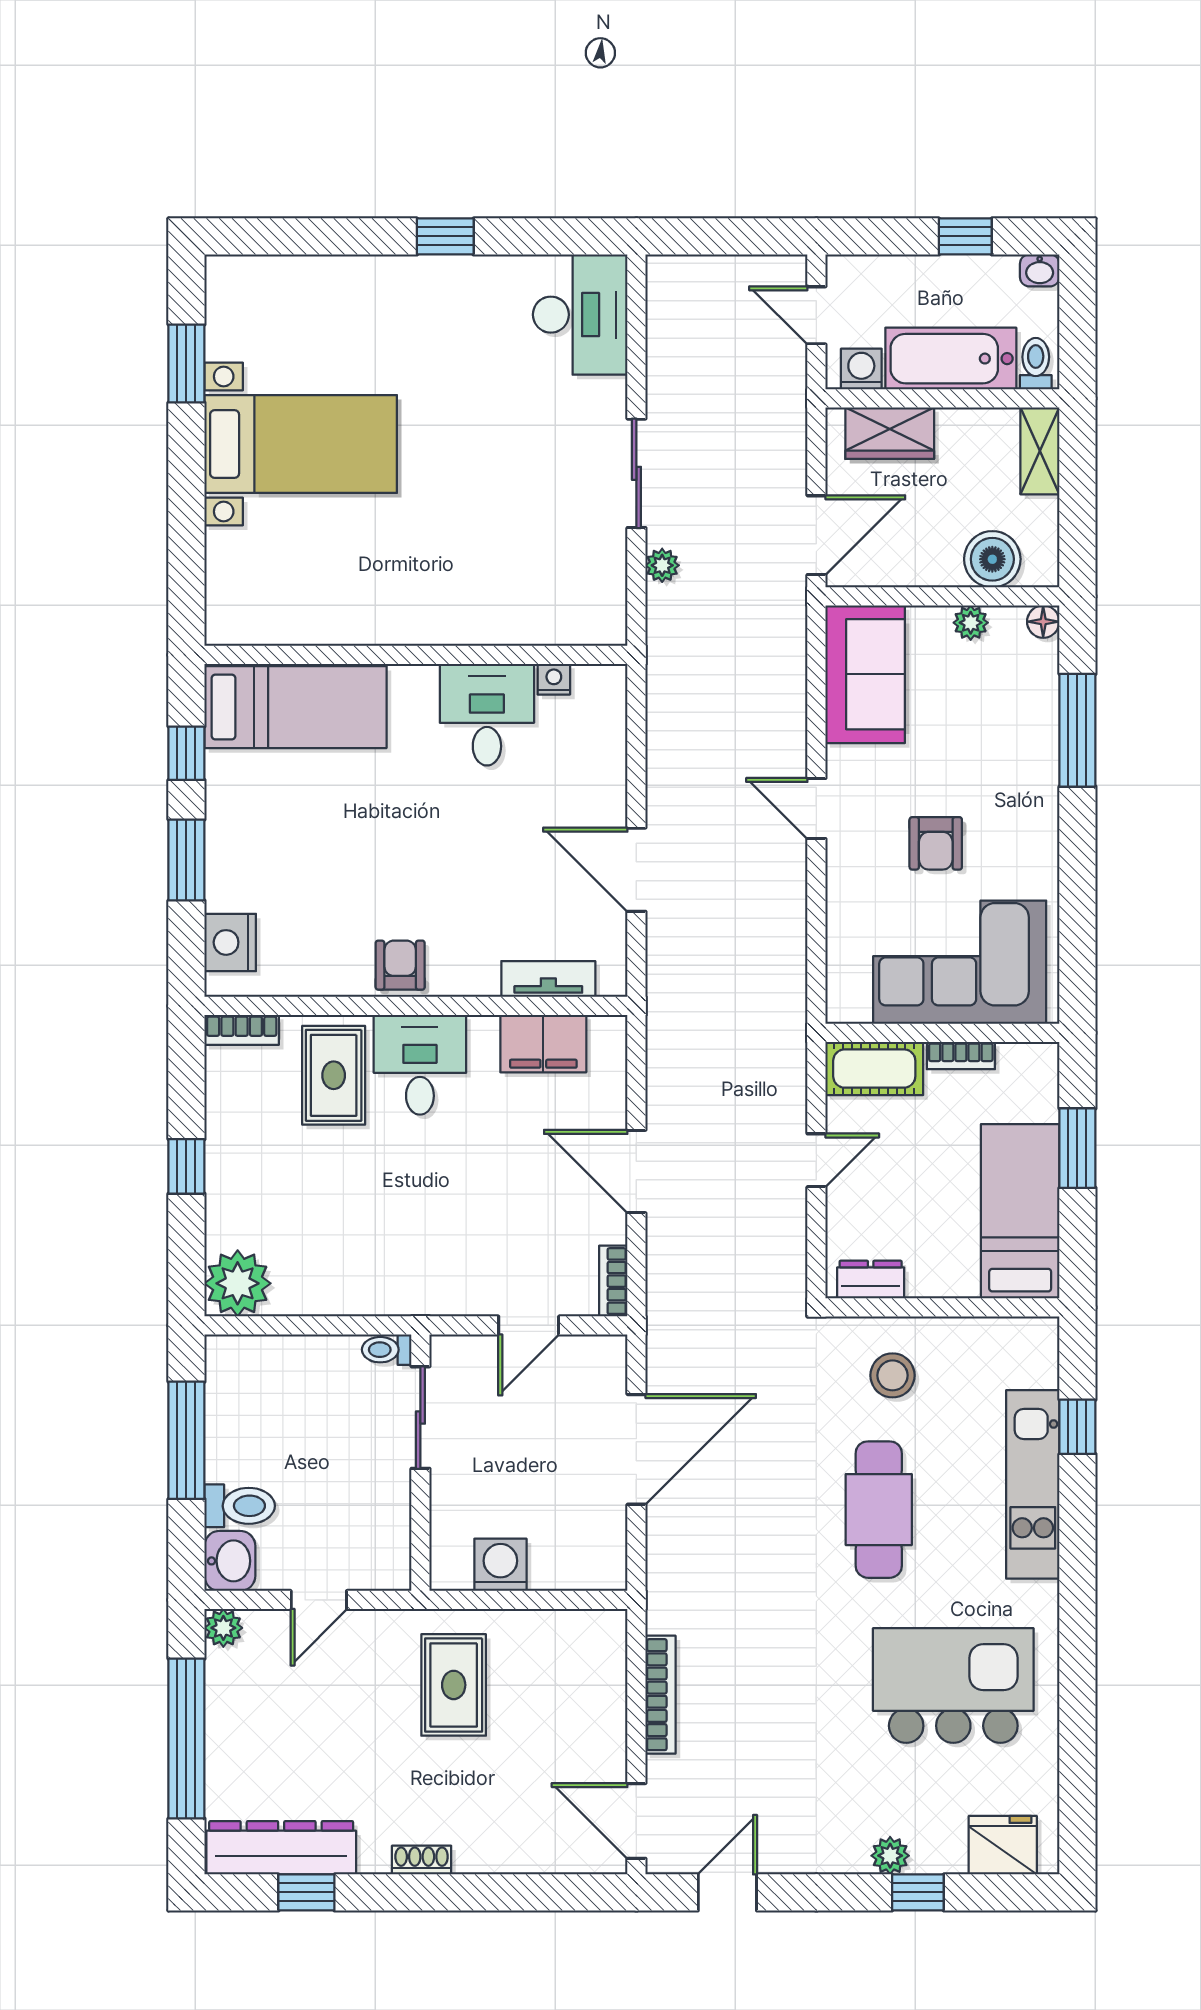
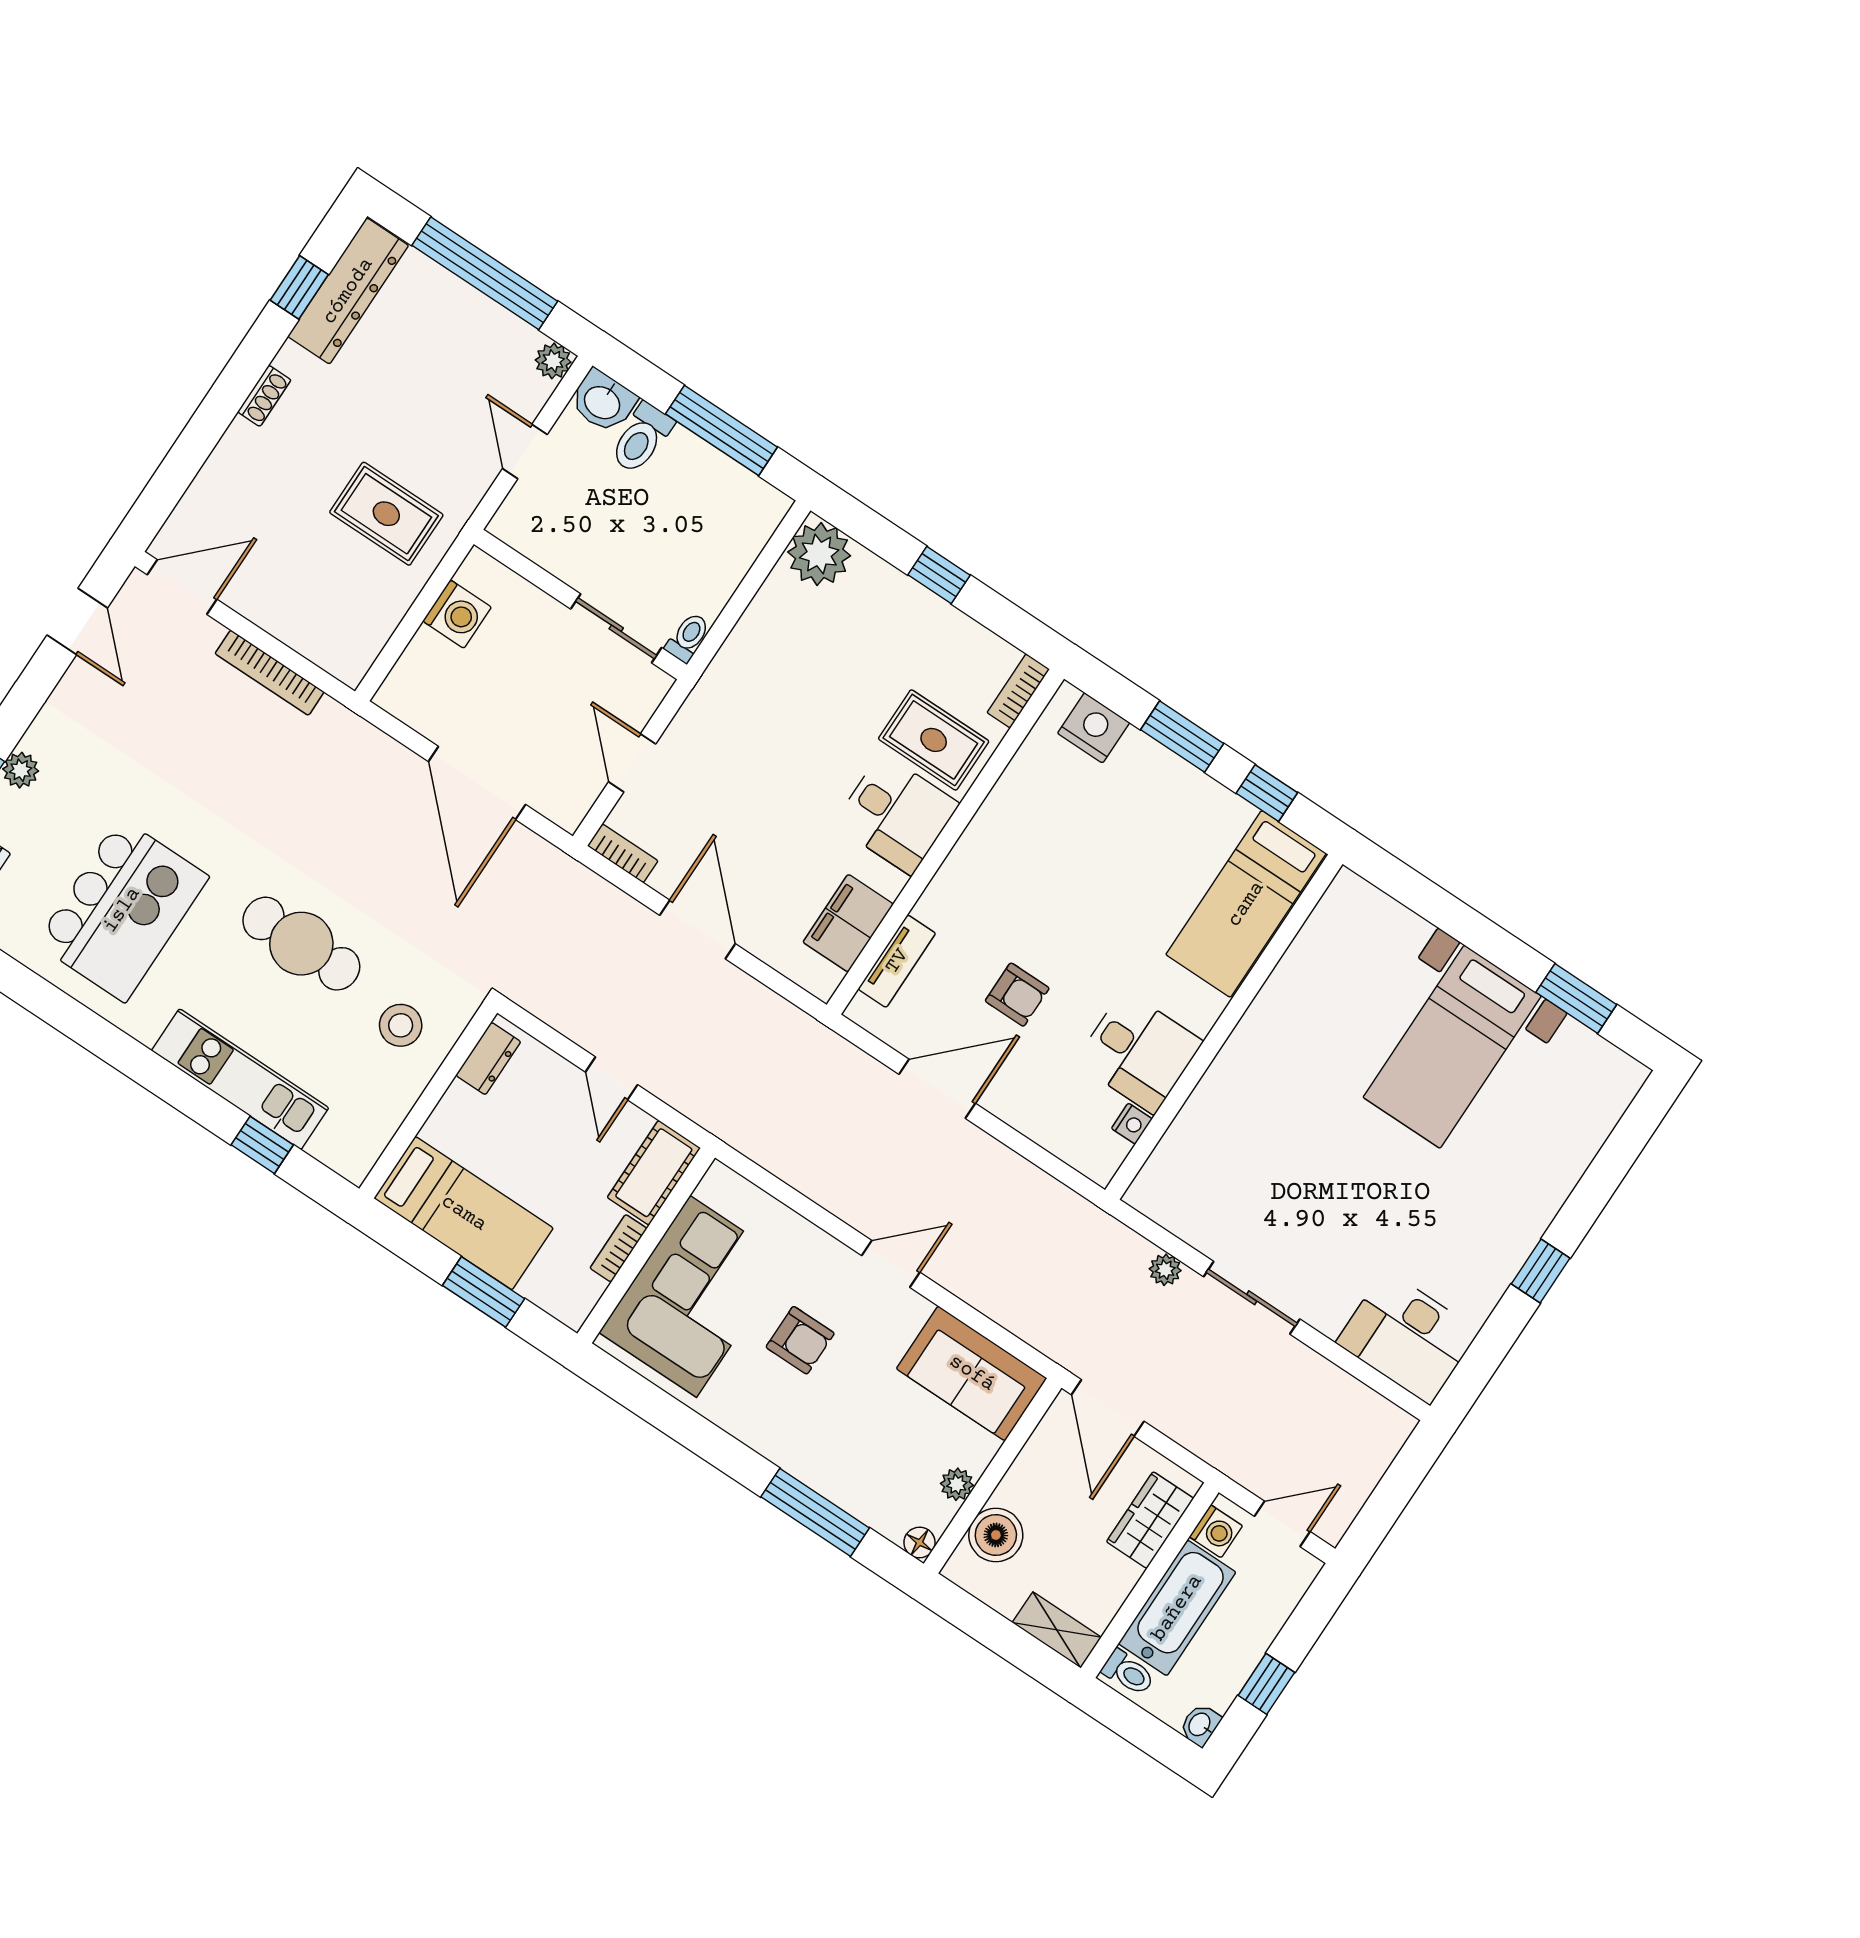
armchair: (936, 843) -> (800, 1340), turned 180
armchair: (400, 965) -> (1017, 995), moved
door: (636, 1171) -> (698, 930), hinge flipped

